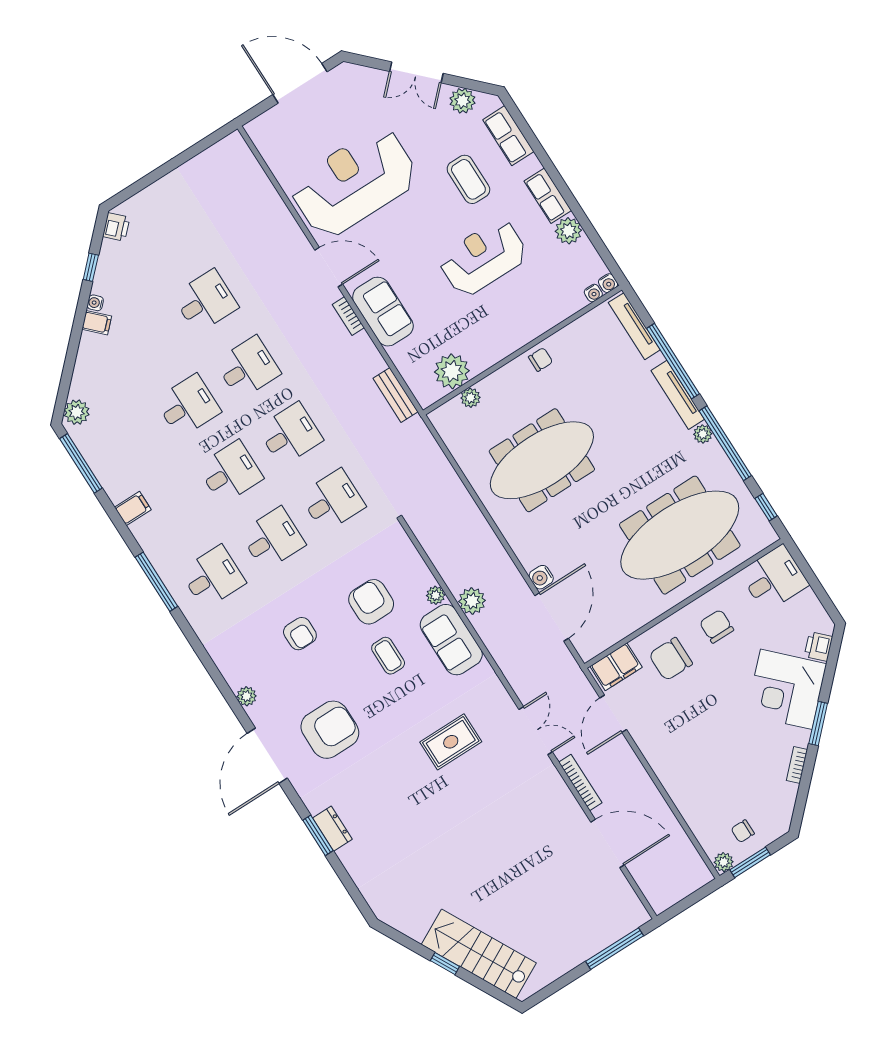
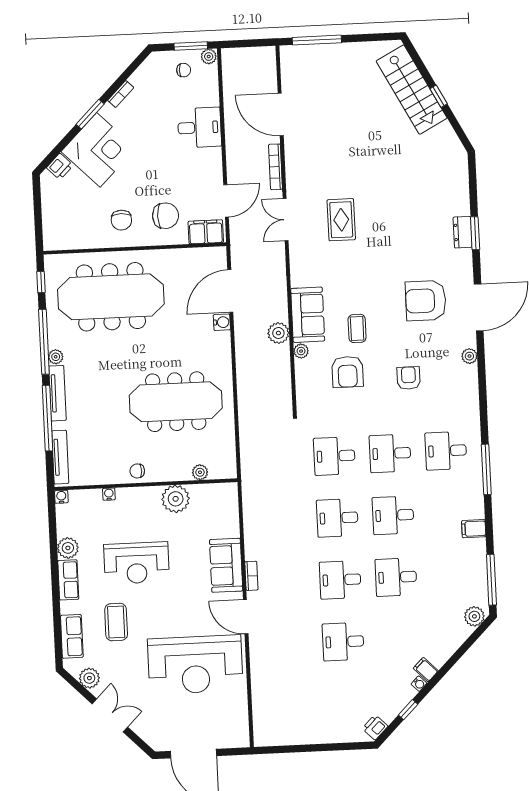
water cooler: (593, 293) -> (109, 494), moved
plant: (452, 371) -> (176, 499), moved
bench: (395, 395) -> (250, 504), removed
desk: (774, 579) -> (200, 128), moved, turned 180
rug: (451, 742) -> (341, 220), moved, turned 90

